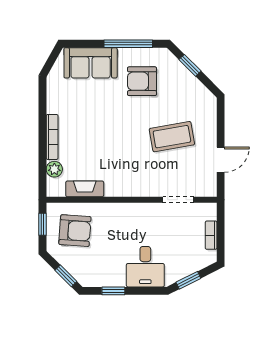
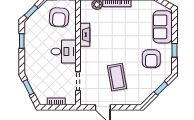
window: (128, 44) -> (174, 50), width x0.46
armchair: (142, 81) -> (151, 59), turned 180
fireplace: (85, 189) -> (85, 35), moved
desk: (145, 267) -> (64, 51), moved, turned 180

